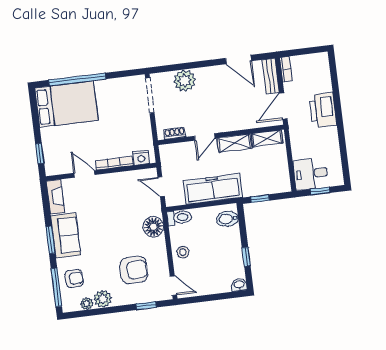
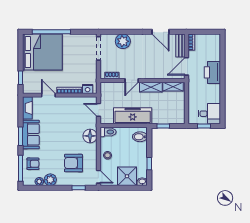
bed: (66, 104) -> (42, 52), width x1.36
desk: (311, 174) -> (209, 114), moved, turned 180
armchair: (134, 270) -> (73, 163), turned 180
shower: (216, 280) -> (127, 176), added

